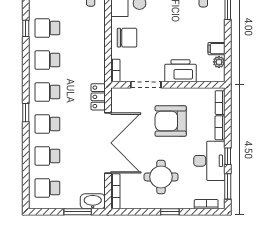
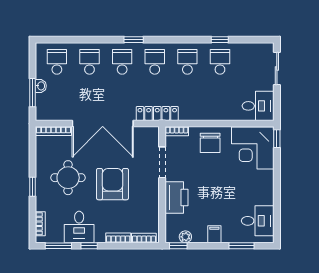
filing cabinet: (216, 49) -> (214, 234), moved
window: (228, 69) -> (178, 246), added
locker: (98, 97) -> (157, 113), width x1.53
armchair: (171, 121) -> (113, 184), moved
desk: (209, 161) -> (79, 227), width x0.73
washbasin: (93, 201) -> (41, 86), moved, width x0.52, depth x0.69

